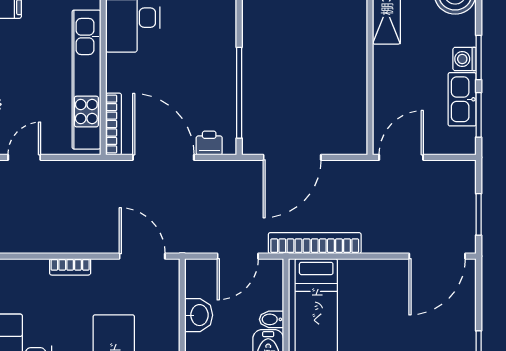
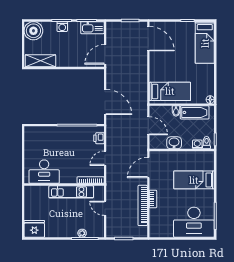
kitchen unit: (86, 80) -> (71, 192), width x0.73
kitchen sink: (462, 99) -> (92, 28), moved
door: (24, 157) -> (105, 208), moved
door: (163, 157) -> (105, 158), width x0.53
door: (401, 157) -> (105, 54), hinge flipped
bookcase: (315, 243) -> (143, 205), moved

